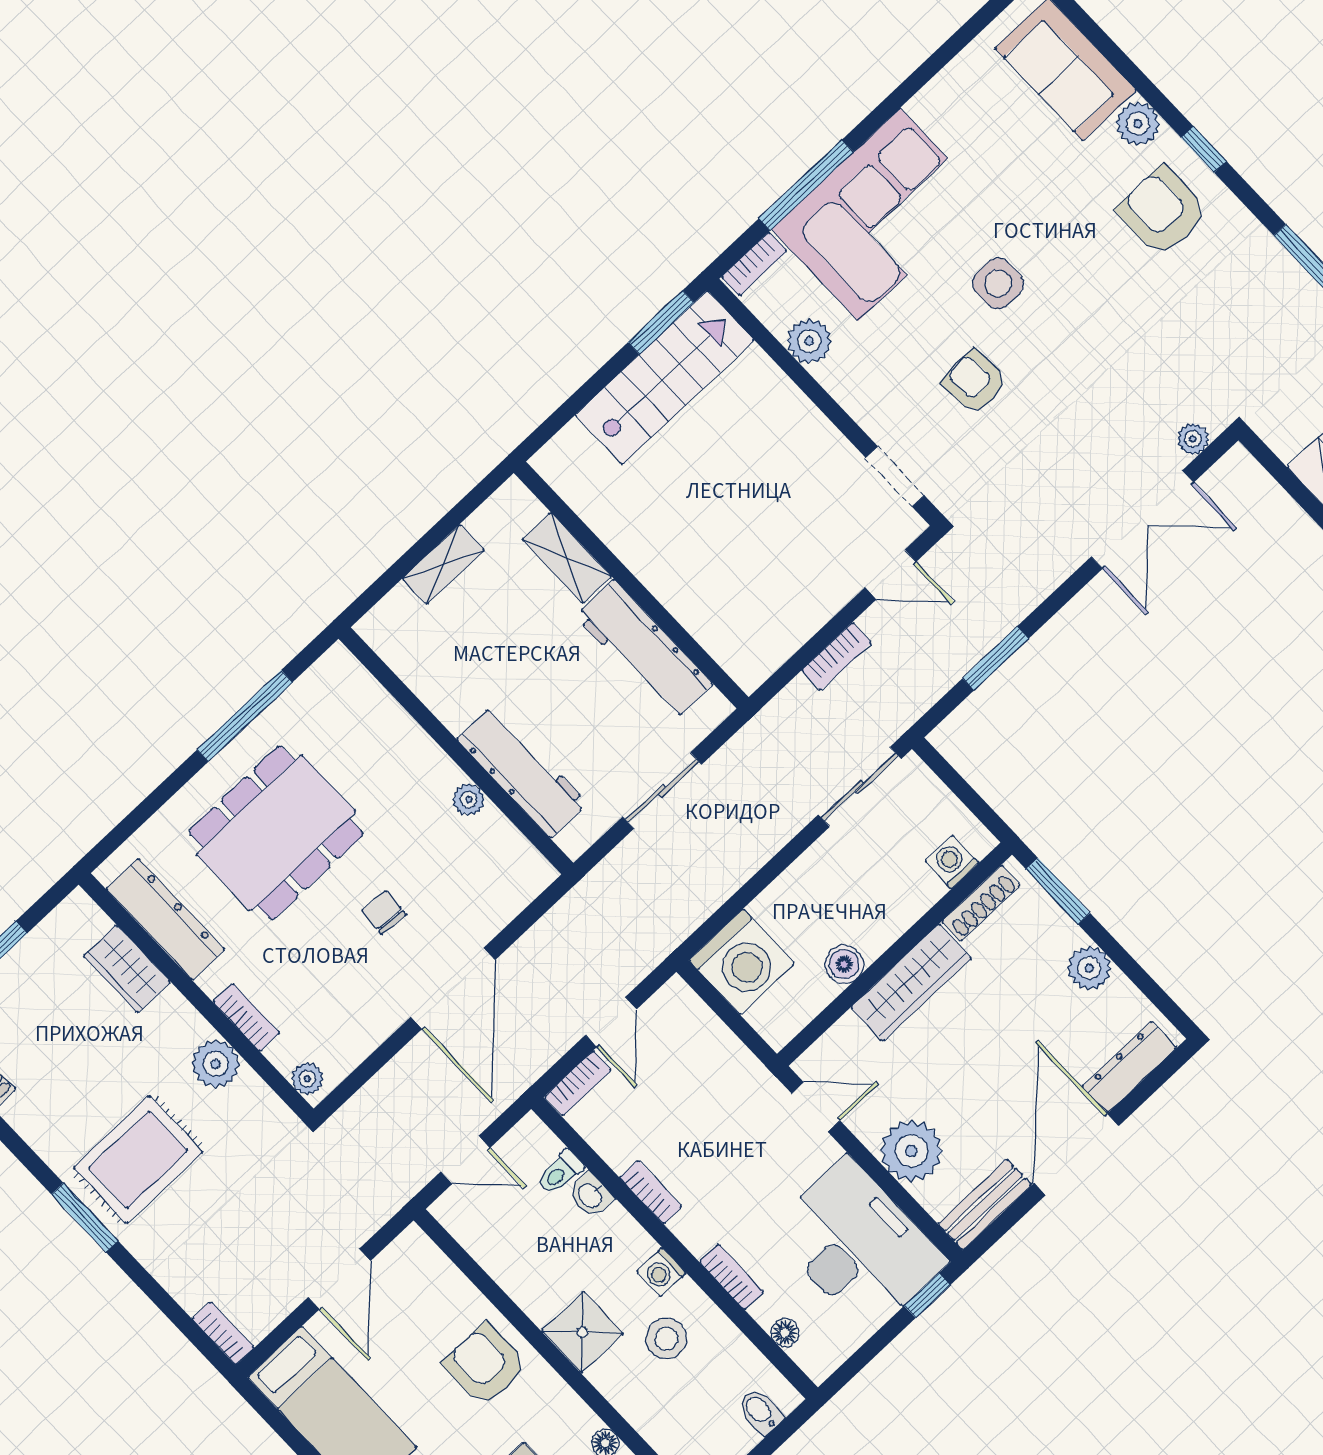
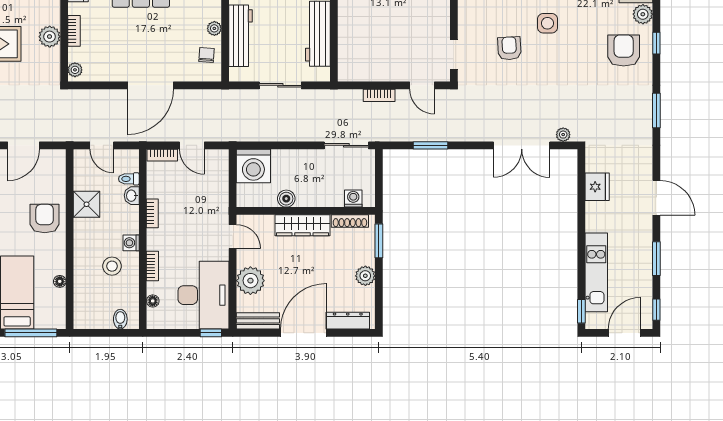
chair: (384, 913) -> (206, 55), moved
door: (611, 1022) -> (192, 145), hinge flipped
shower: (582, 1332) -> (87, 204), moved

